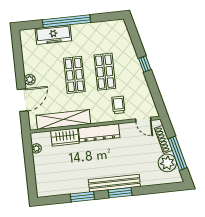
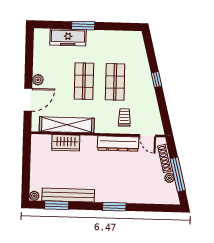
window: (66, 21) -> (83, 26), width x0.47
dresser: (99, 133) -> (118, 144), moved
plant: (36, 148) -> (34, 196), moved
plant: (167, 163) -> (169, 178), width x0.53, depth x0.53
bench: (114, 183) -> (68, 195), moved
window: (82, 197) -> (57, 205), moved

